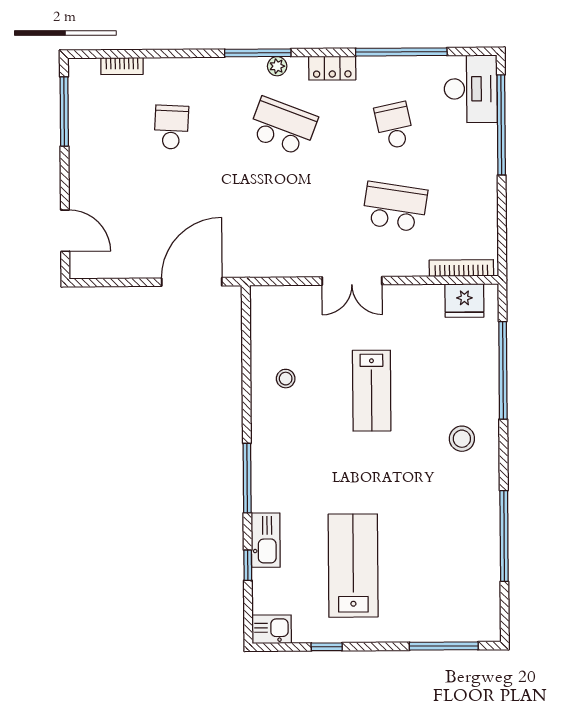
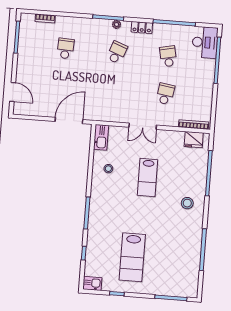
school desk: (283, 126) -> (117, 52), width x0.54
school desk: (395, 207) -> (165, 94), width x0.54
kitchen sink: (266, 540) -> (101, 137), moved
lab bench: (353, 566) -> (132, 257), turned 180

